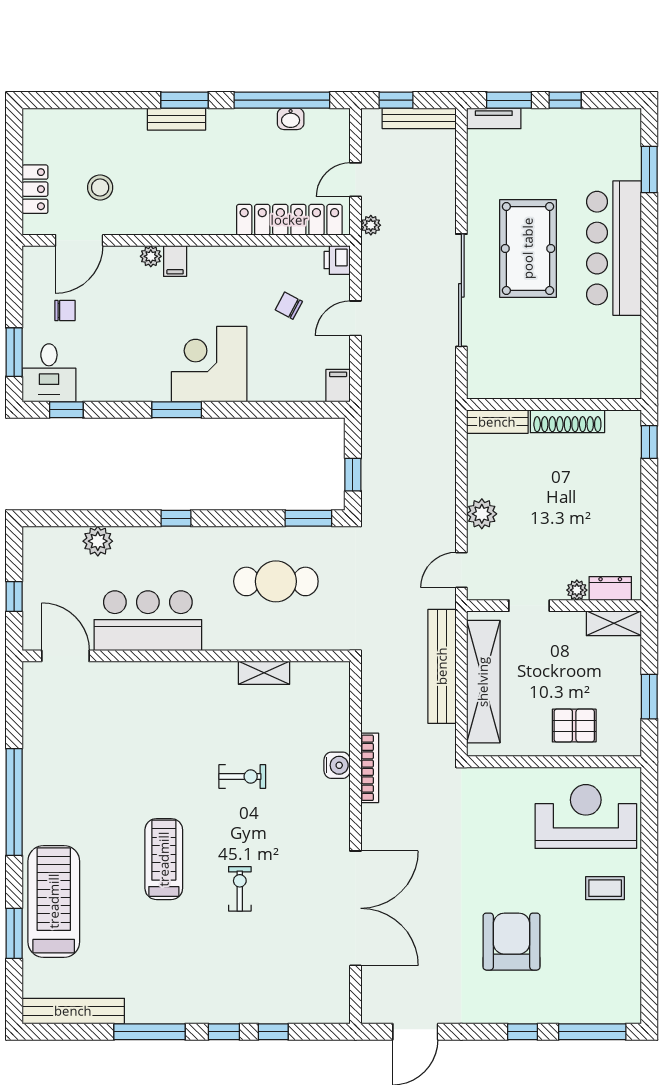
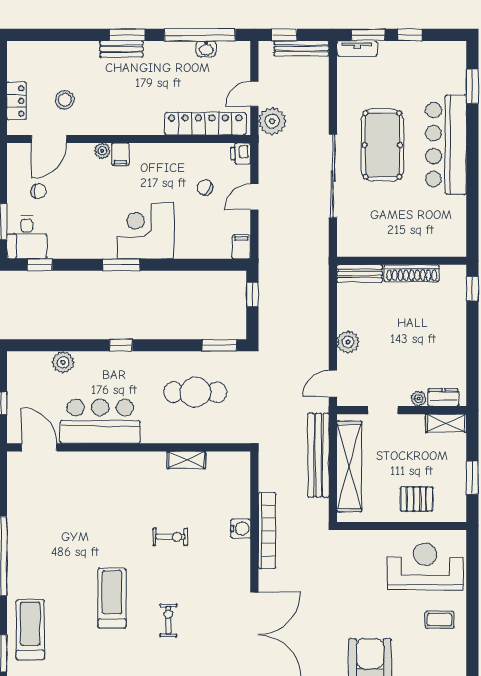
plant: (371, 225) -> (272, 121), width x1.88, depth x1.88
window: (353, 475) -> (252, 295), moved
bookcase: (370, 768) -> (267, 530), width x1.48, depth x1.31
treadmill: (54, 901) -> (30, 630), width x0.73, depth x0.73

